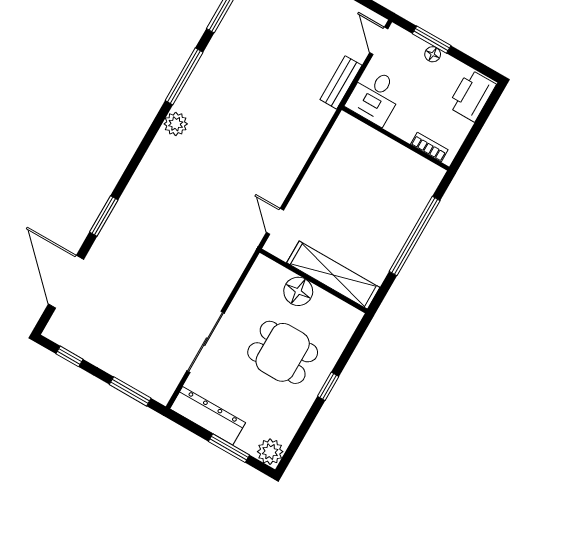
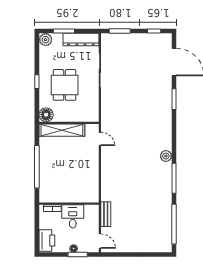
desk: (375, 96) -> (73, 216), moved
floor lamp: (298, 291) -> (46, 115), moved
dining table: (283, 352) -> (65, 85), turned 90

